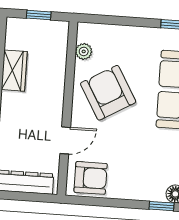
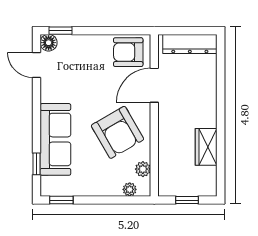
plant: (99, 31) -> (130, 189), added
door: (65, 140) -> (154, 85), width x1.38

